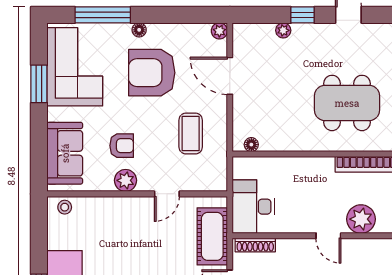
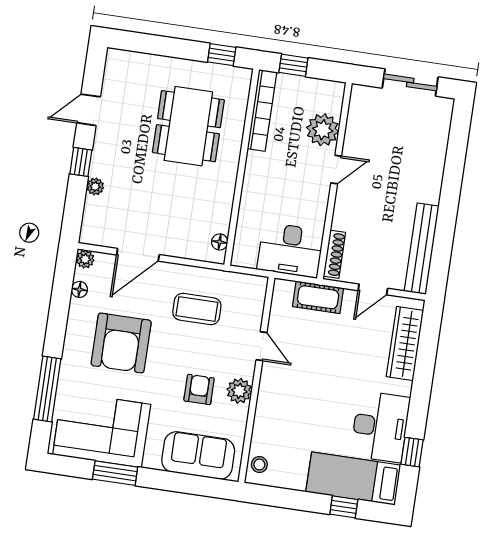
floor lamp: (139, 30) -> (79, 289), moved
cot: (212, 236) -> (318, 297), width x0.73, depth x0.75

